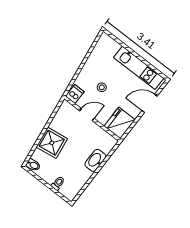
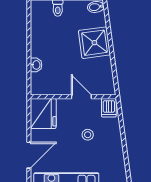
door: (87, 115) -> (81, 97), swing flipped
washbasin: (95, 160) -> (36, 65), width x0.52, depth x0.69

